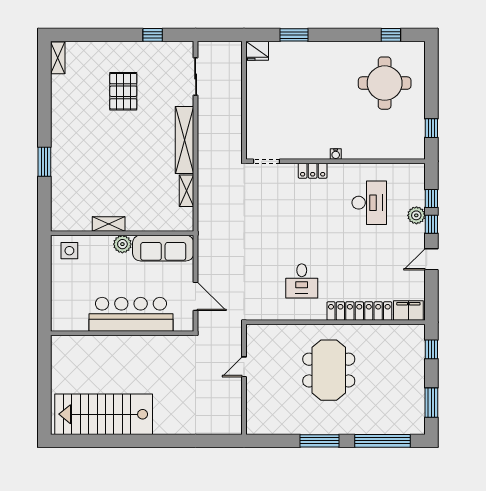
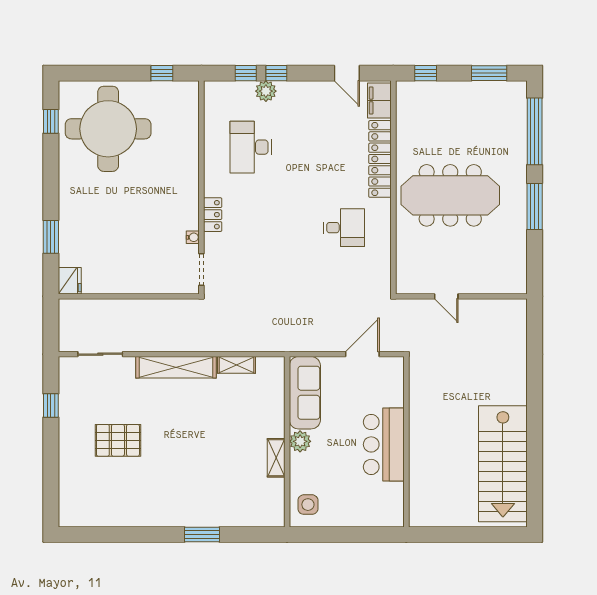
shelving: (58, 58) -> (78, 518), removed
round table: (385, 83) -> (108, 129), width x1.36, depth x1.36
water cooler: (336, 154) -> (193, 237), moved
desk: (369, 203) -> (251, 147), turned -90
door: (431, 259) -> (347, 73), moved
bar counter: (131, 314) -> (384, 444), width x0.73
meeting table: (329, 370) -> (450, 195), width x1.36

